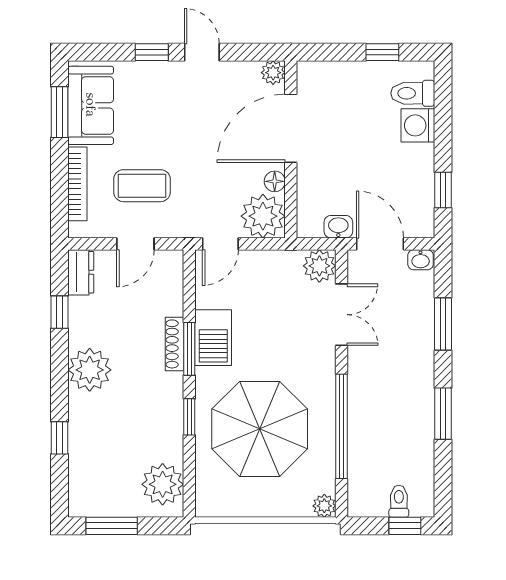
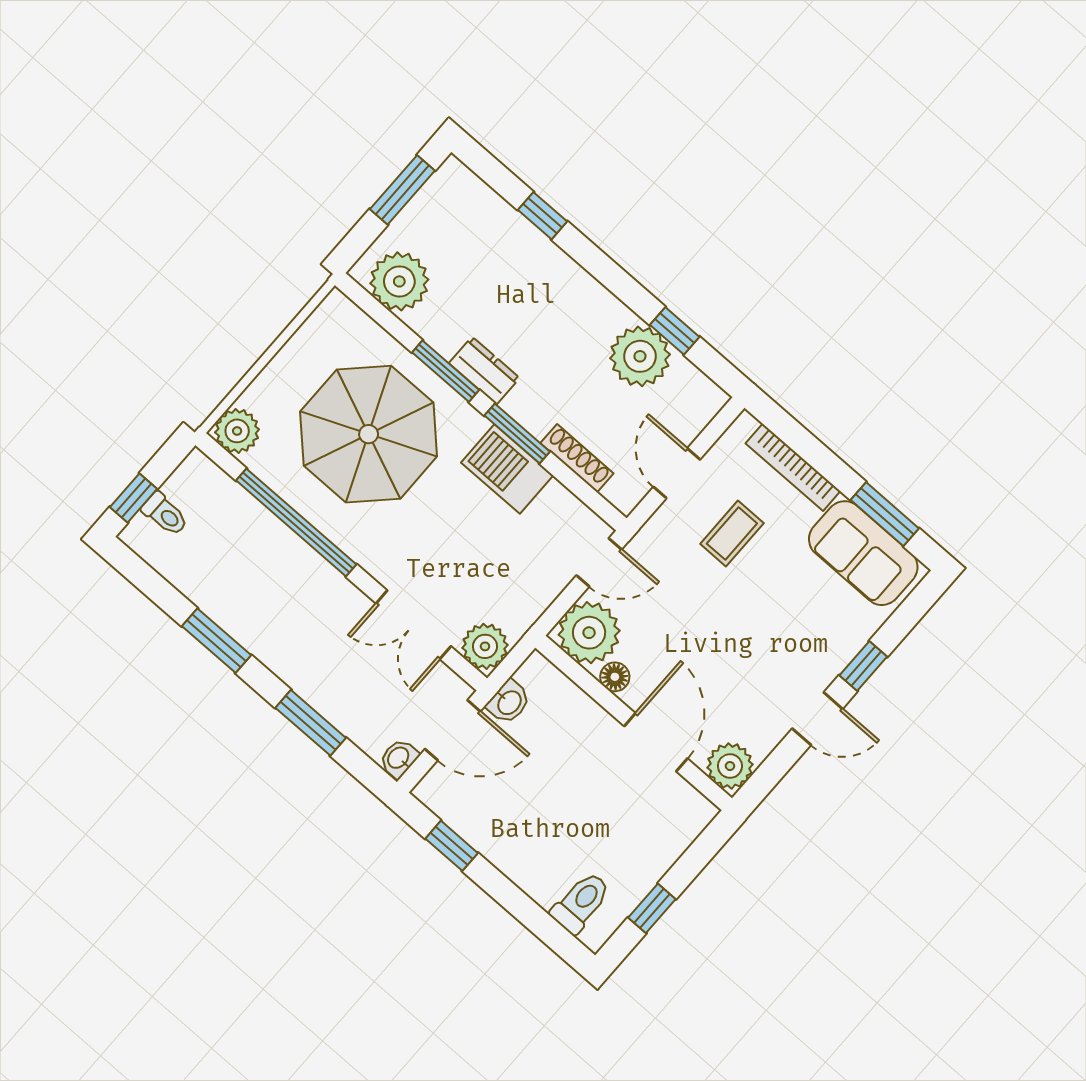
plant: (273, 73) -> (730, 766), width x1.38, depth x1.38
washing machine: (418, 125) -> (542, 879), removed
door: (291, 128) -> (656, 742), width x0.73
coffee table: (142, 186) -> (732, 533), width x0.73, depth x0.77
door: (220, 244) -> (599, 562), swing flipped
dresser: (81, 272) -> (484, 371), moved, turned 180
shoe rack: (174, 344) -> (577, 458), moved
plant: (90, 370) -> (640, 356), moved
window: (189, 417) -> (446, 371), width x1.50
plant: (324, 506) -> (237, 431), width x1.38, depth x1.38

